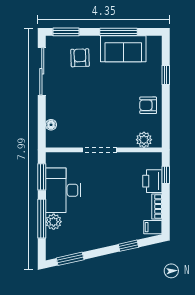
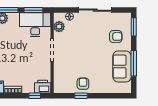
sliding door: (42, 71) -> (95, 10), moved
window: (166, 75) -> (81, 96), moved
plant: (144, 140) -> (59, 27), moved
printer: (152, 181) -> (43, 87), moved
desk: (63, 190) -> (35, 25), moved

